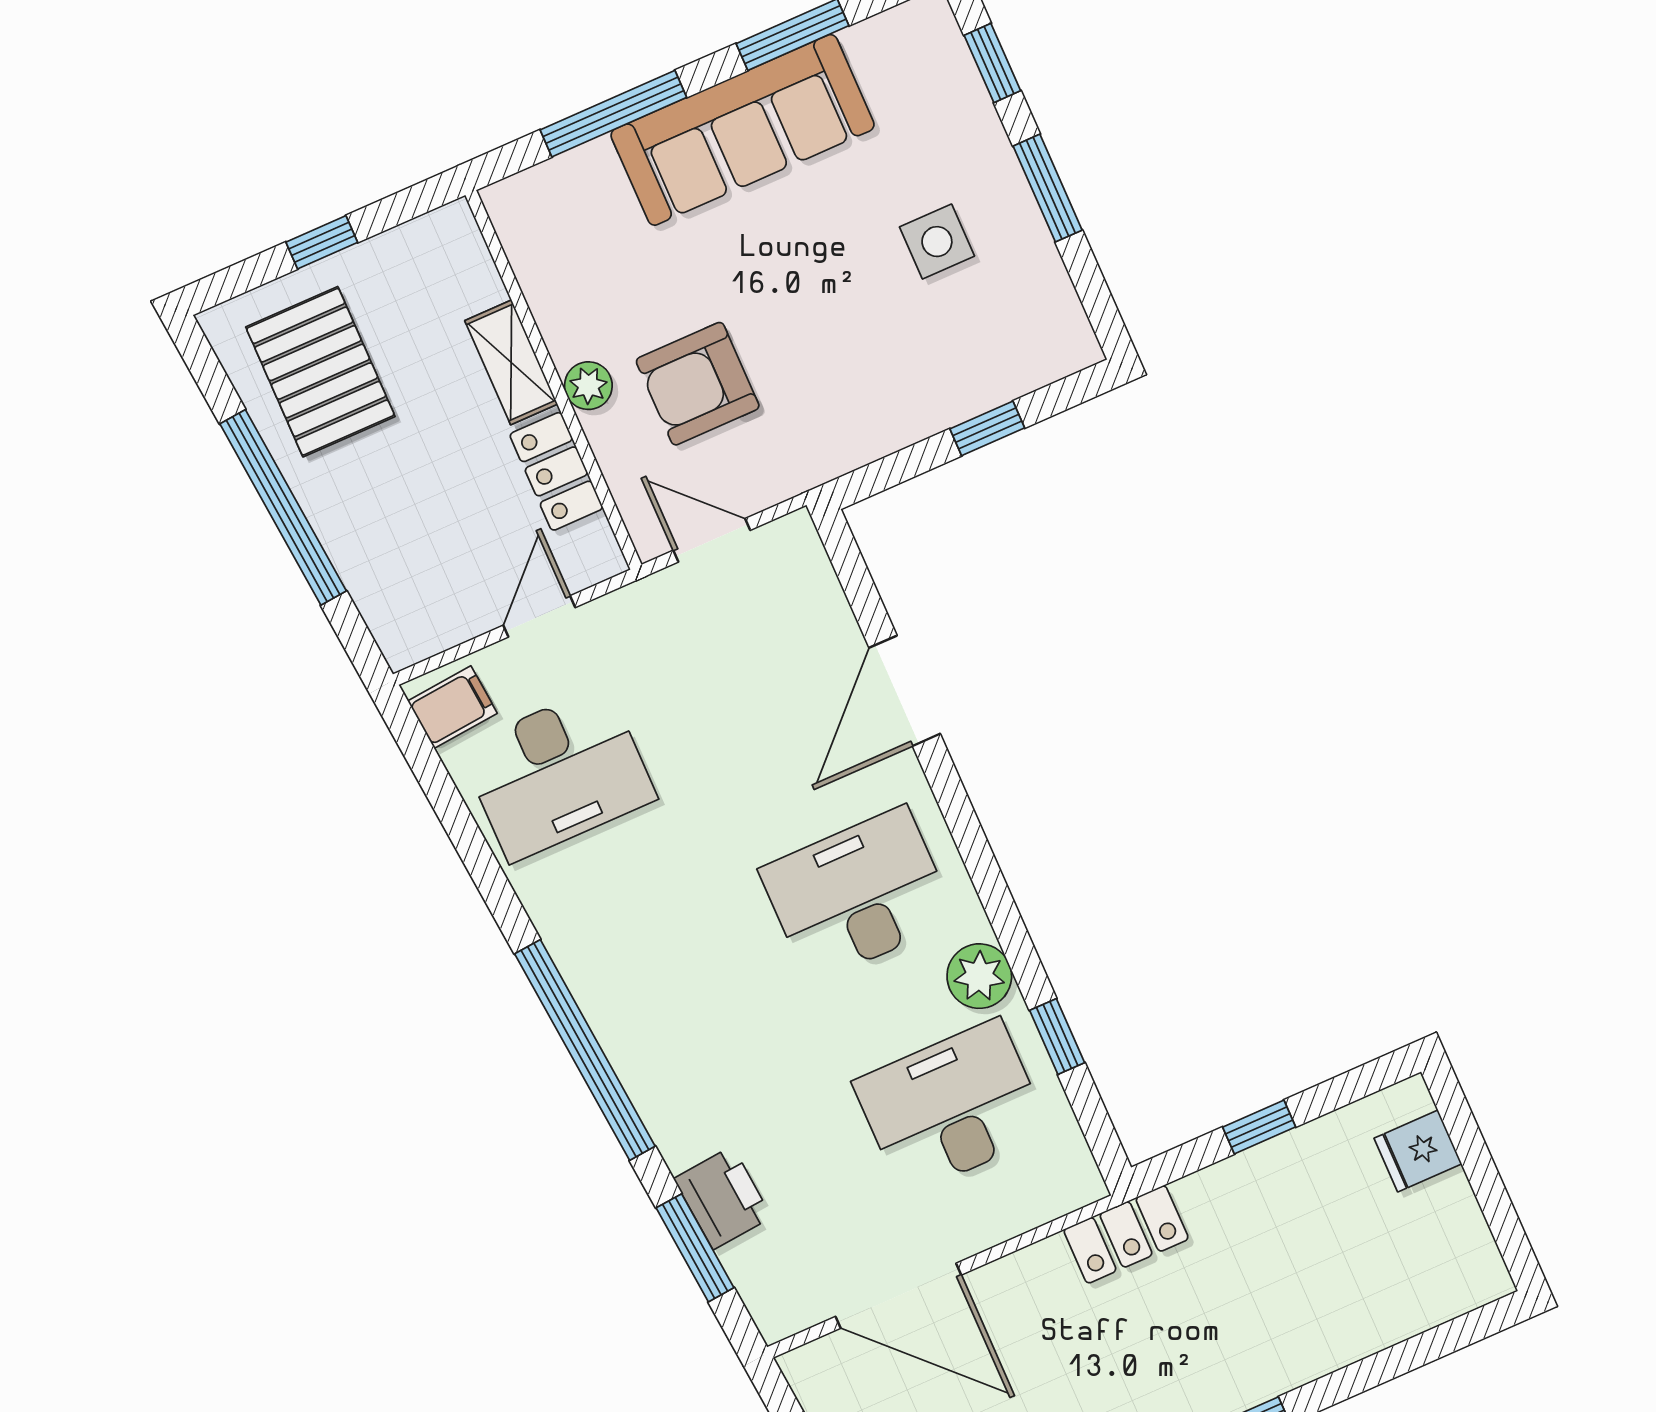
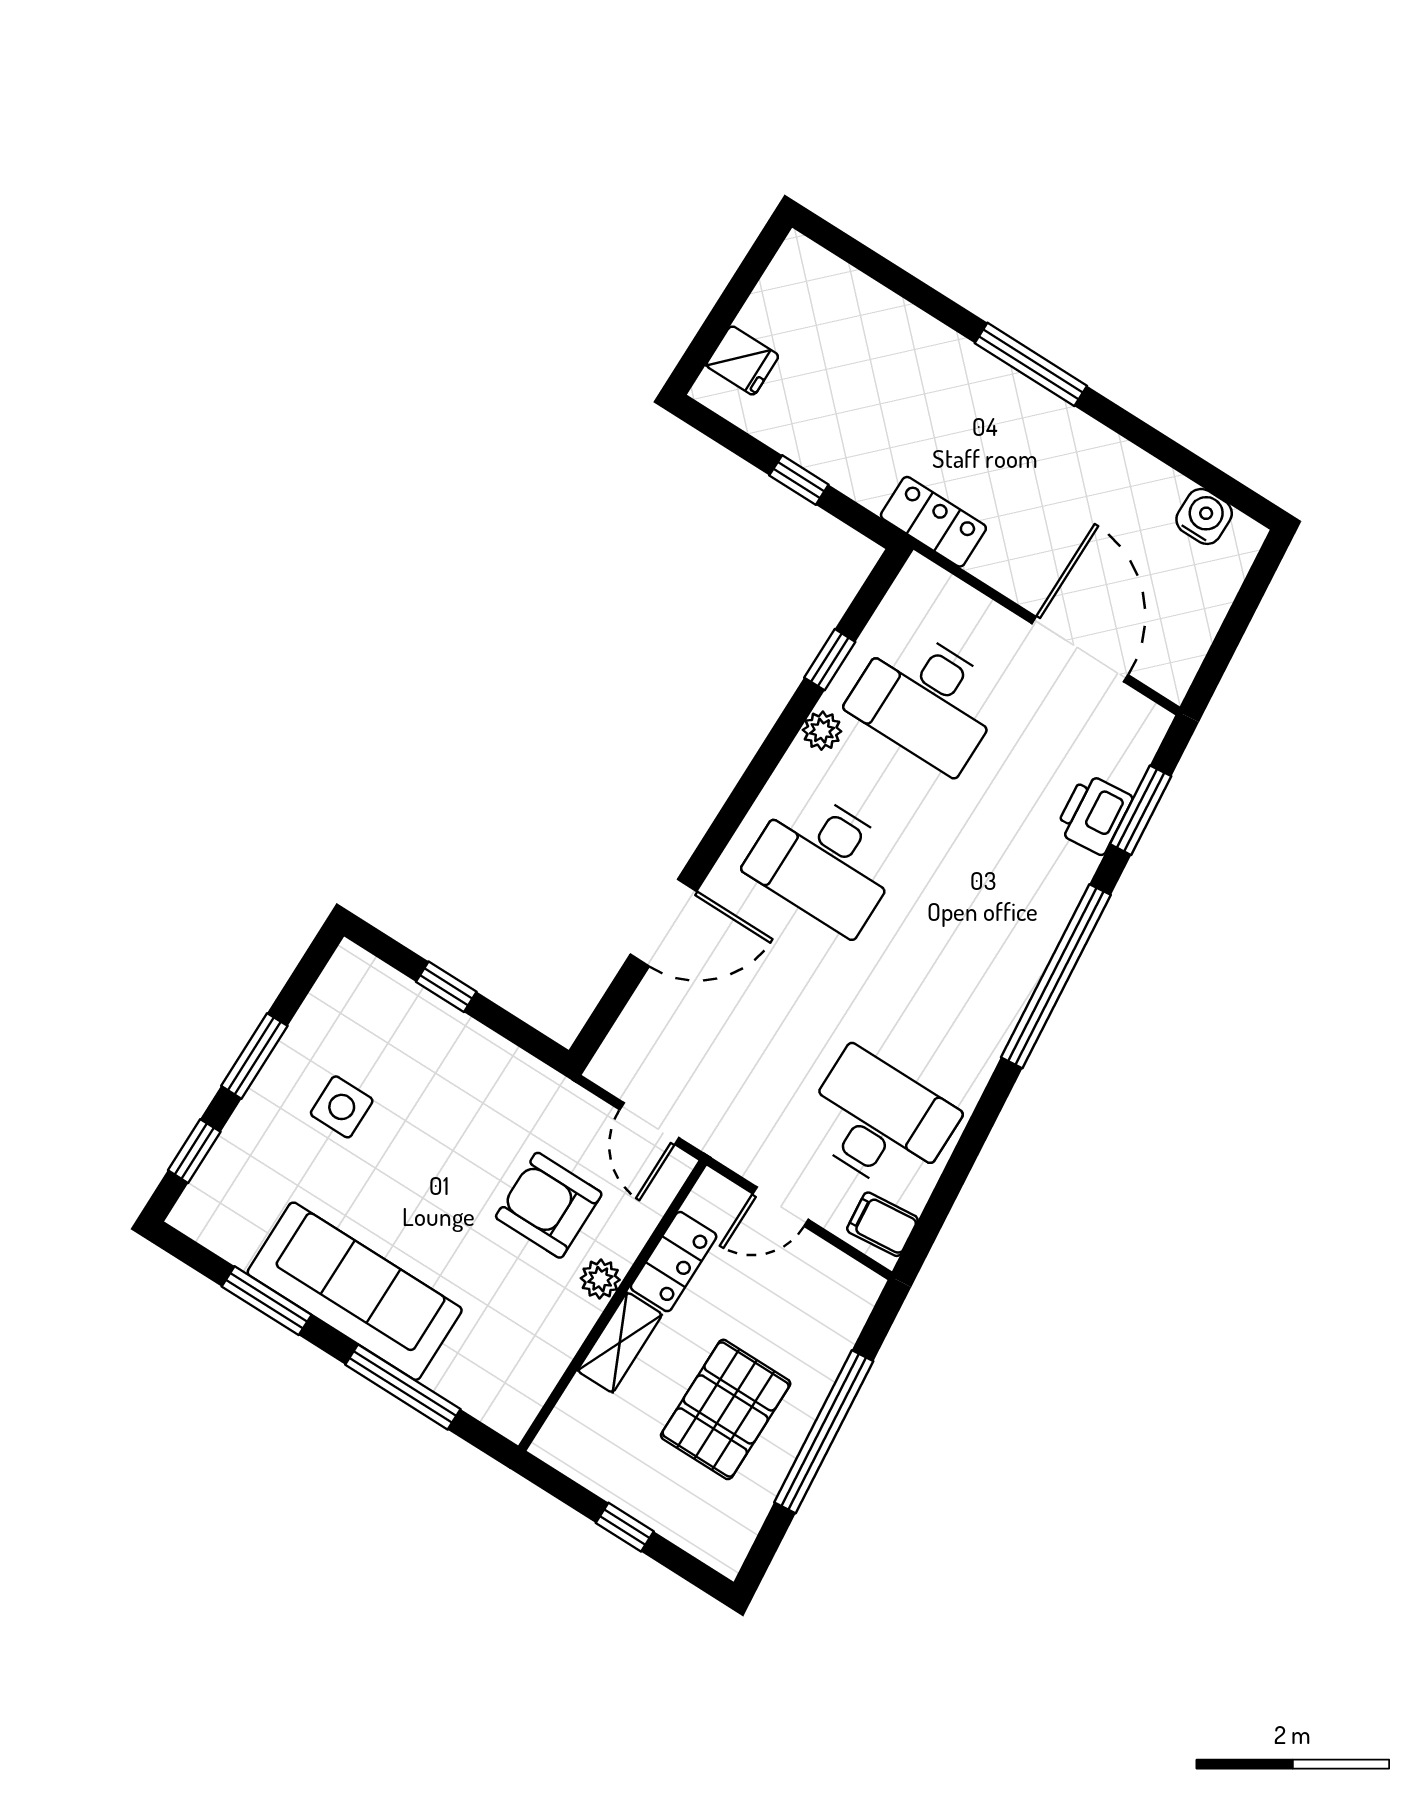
pallet: (320, 372) -> (726, 1409), moved
armchair: (698, 384) -> (549, 1205), turned 180
plant: (979, 976) -> (822, 731), width x0.73, depth x0.73

